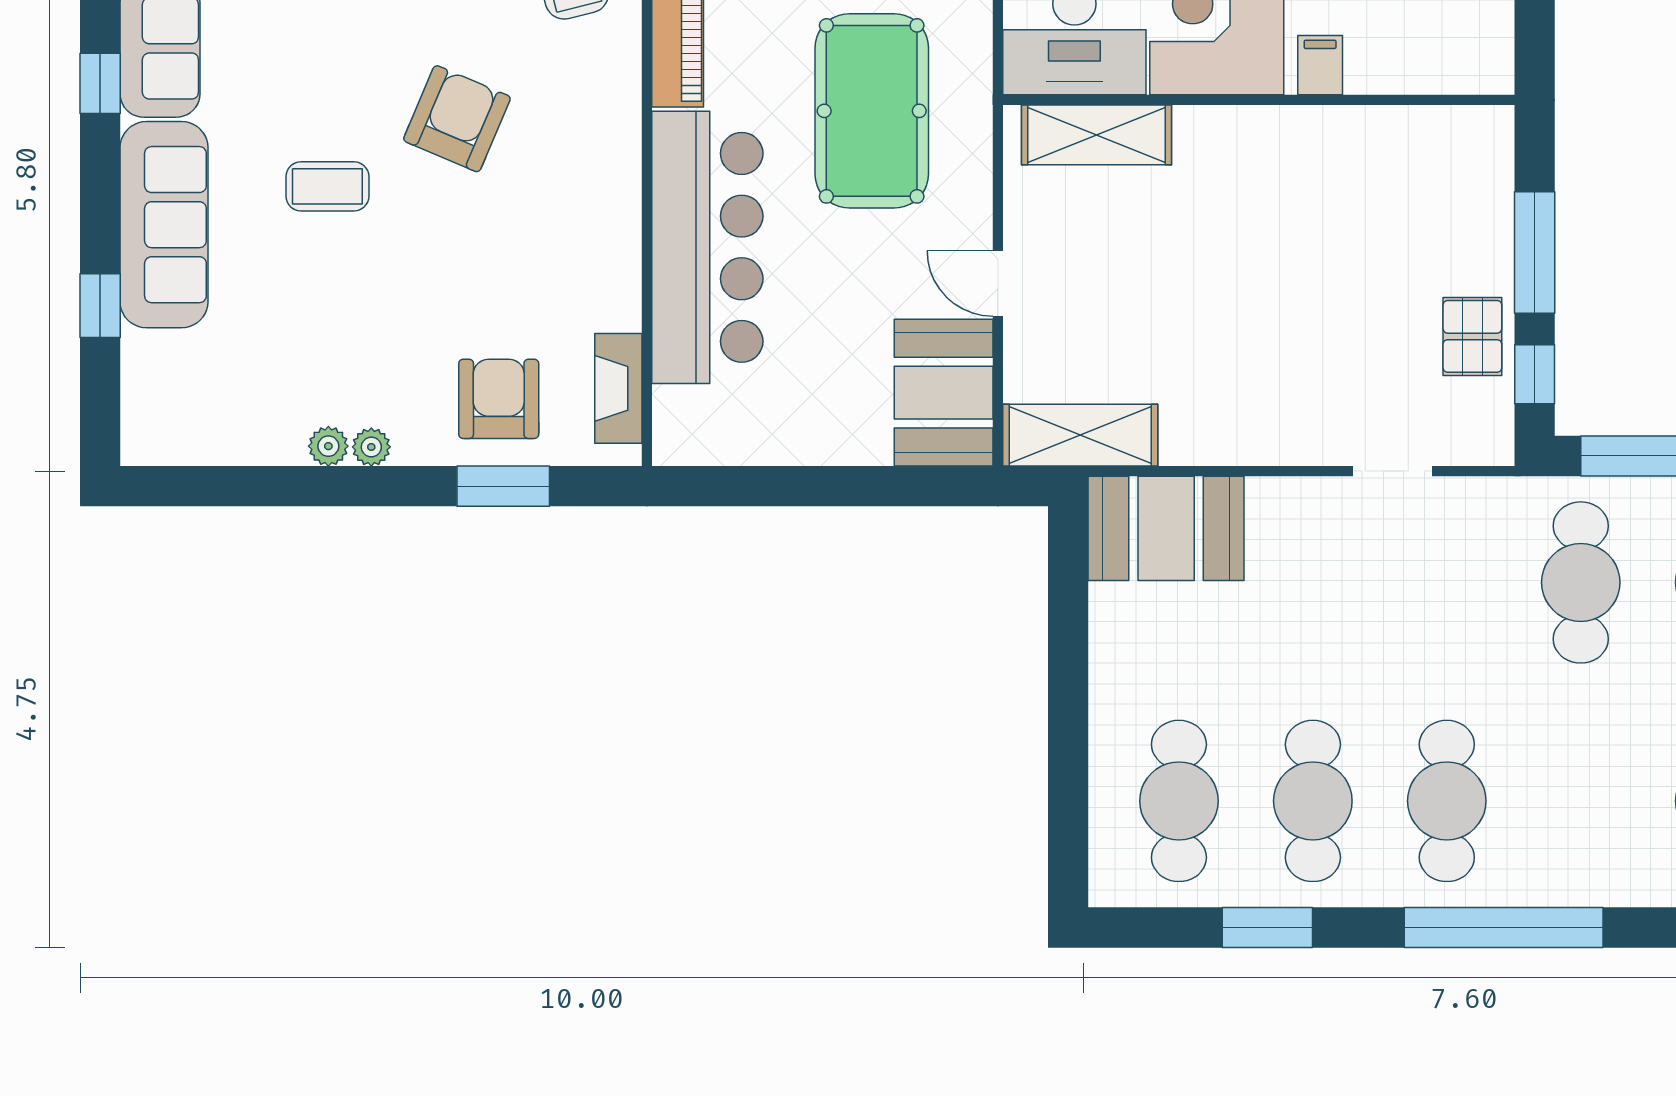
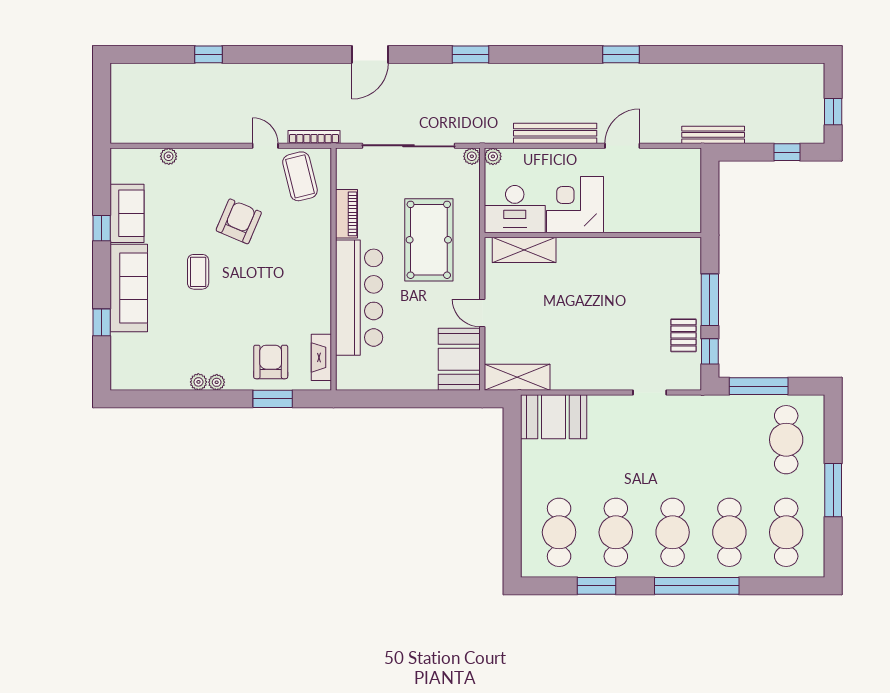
filing cabinet: (1320, 65) -> (619, 220), removed
armchair: (457, 119) -> (239, 221), moved
coffee table: (327, 186) -> (198, 272), turned 90
cafe table: (1581, 582) -> (729, 532), moved

